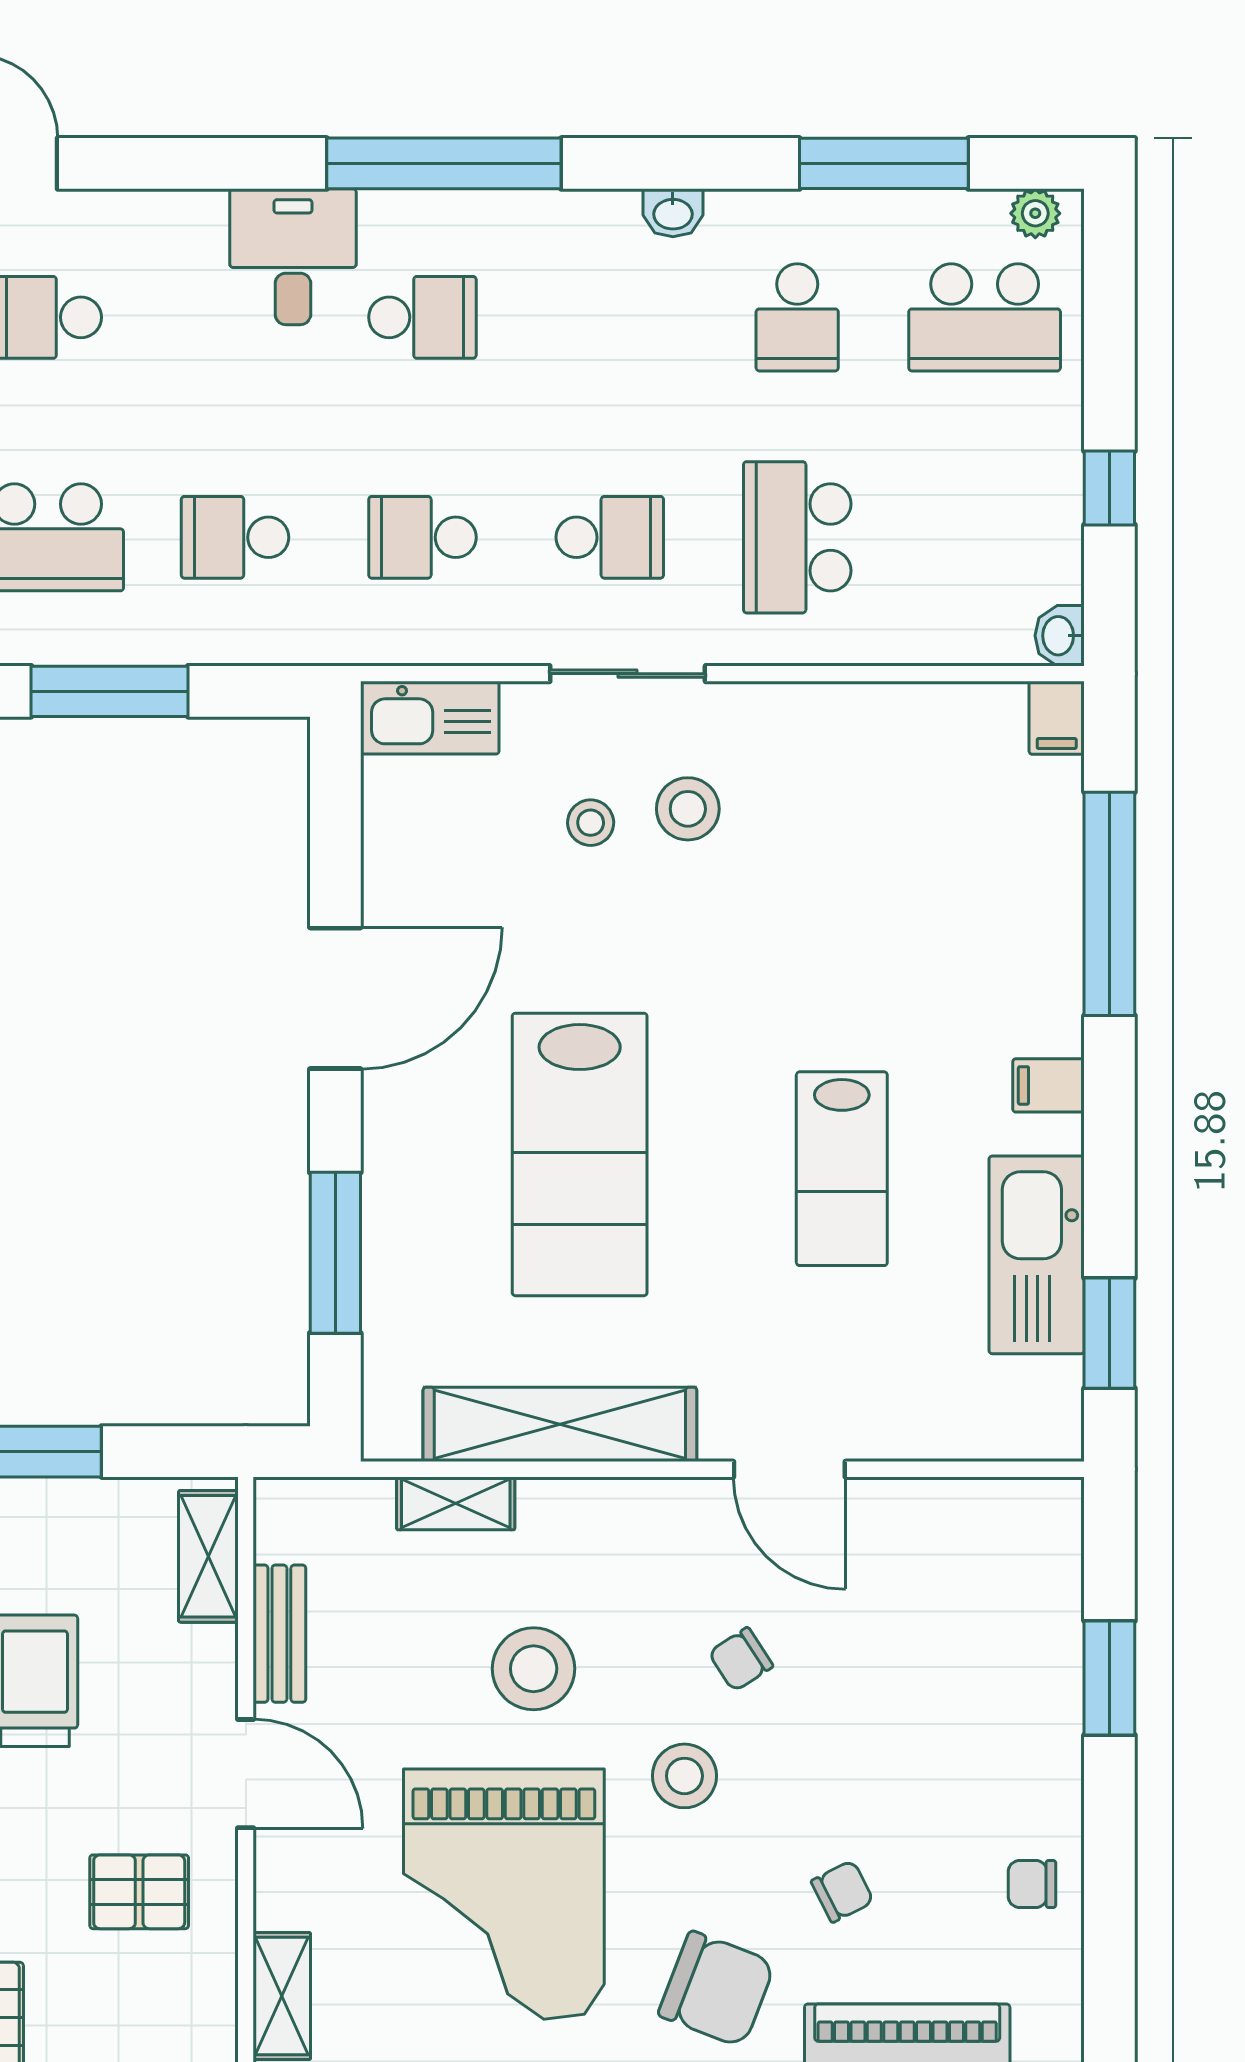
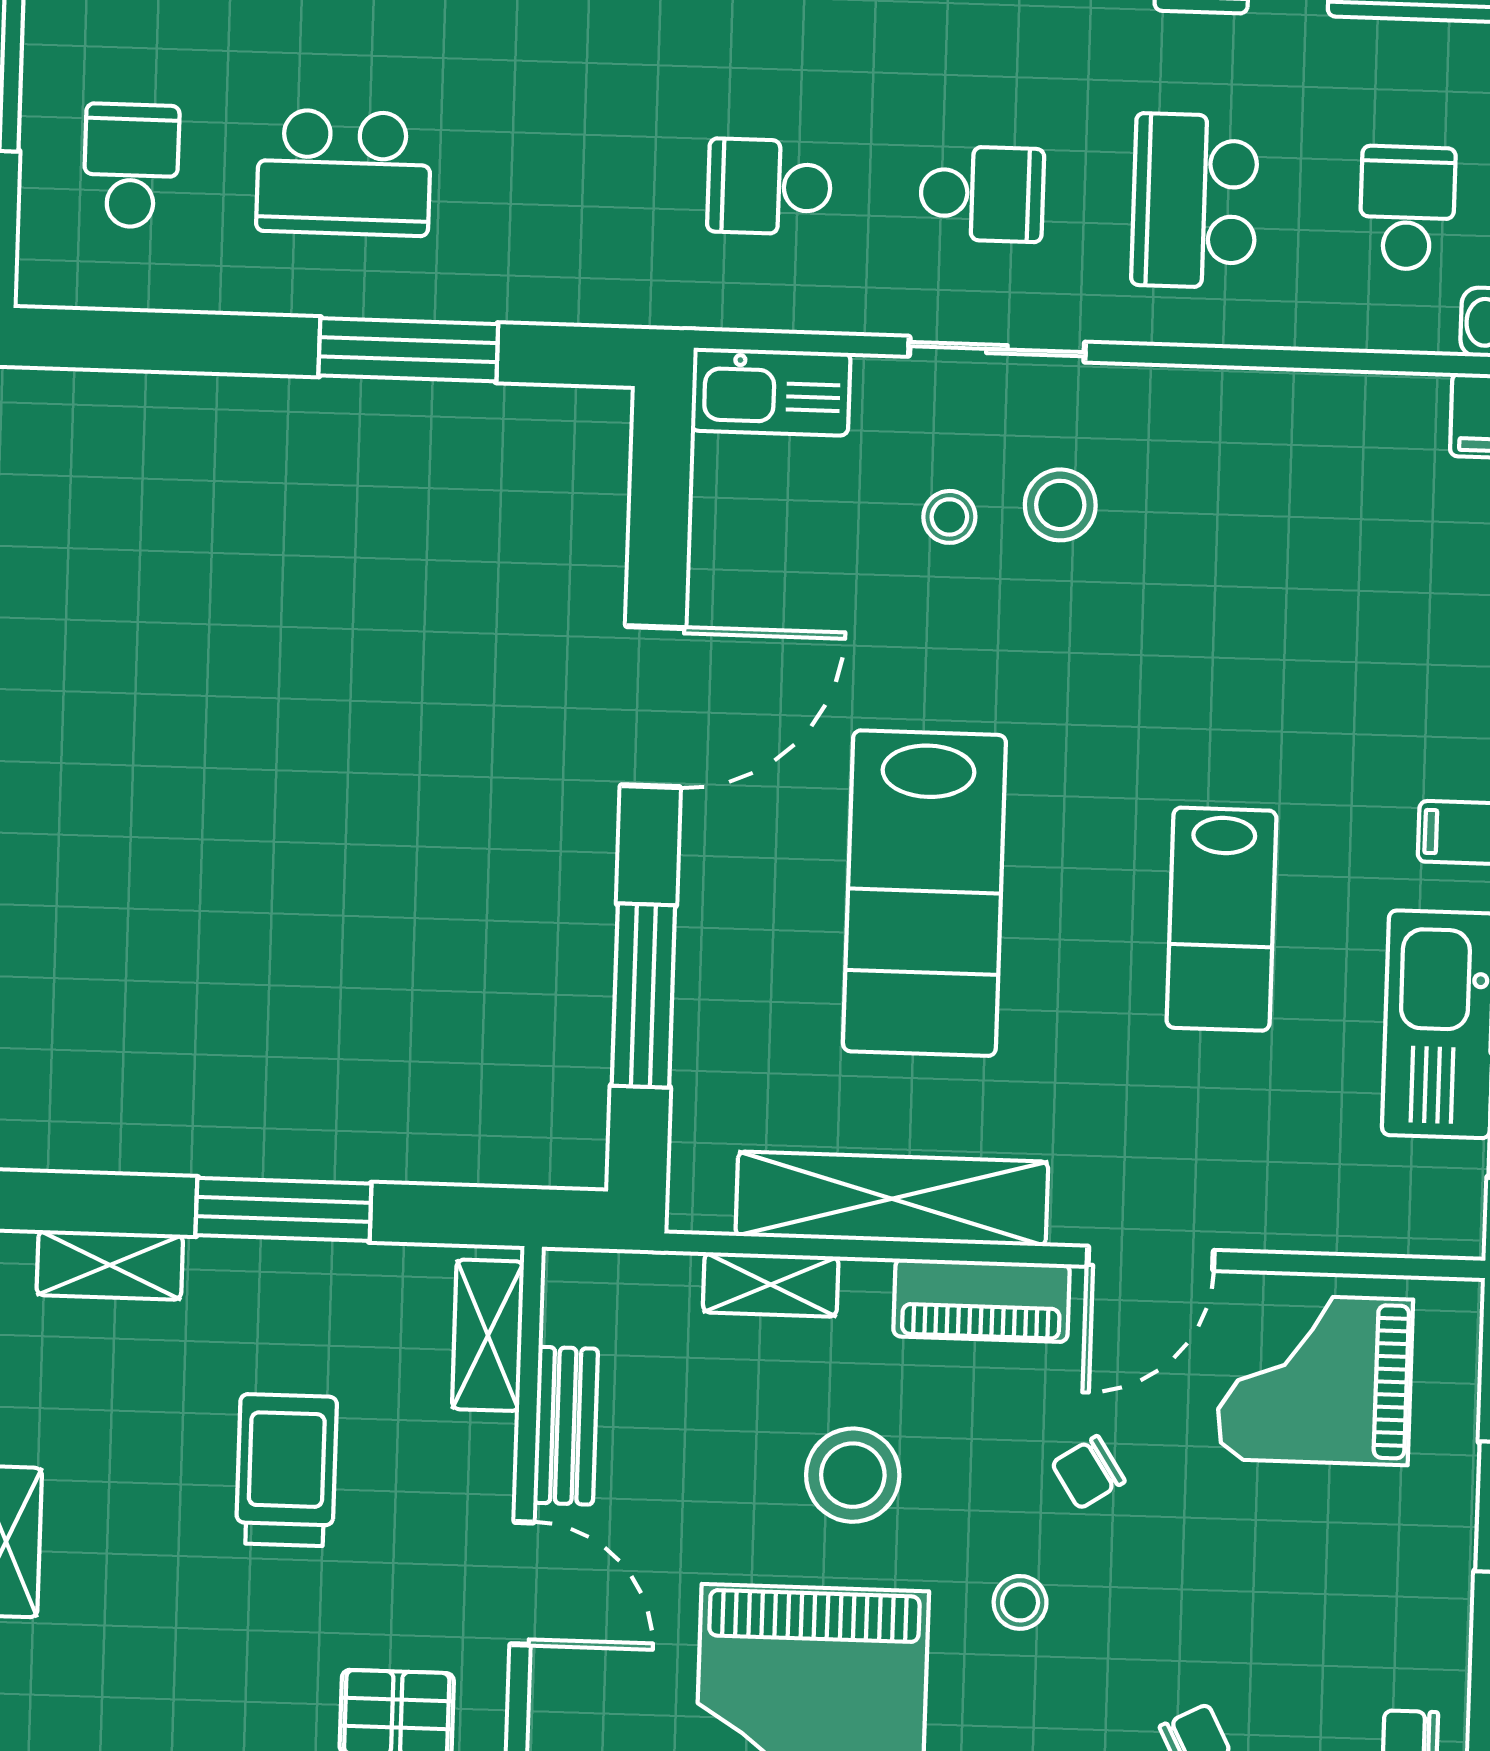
school desk: (235, 537) -> (1407, 208), moved, turned 90
door: (789, 1469) -> (1151, 1258), hinge flipped
piano: (642, 1511) -> (981, 1300), added
grand piano: (937, 1571) -> (1315, 1379), added
stool: (684, 1776) -> (1020, 1602), width x0.73, depth x0.73

